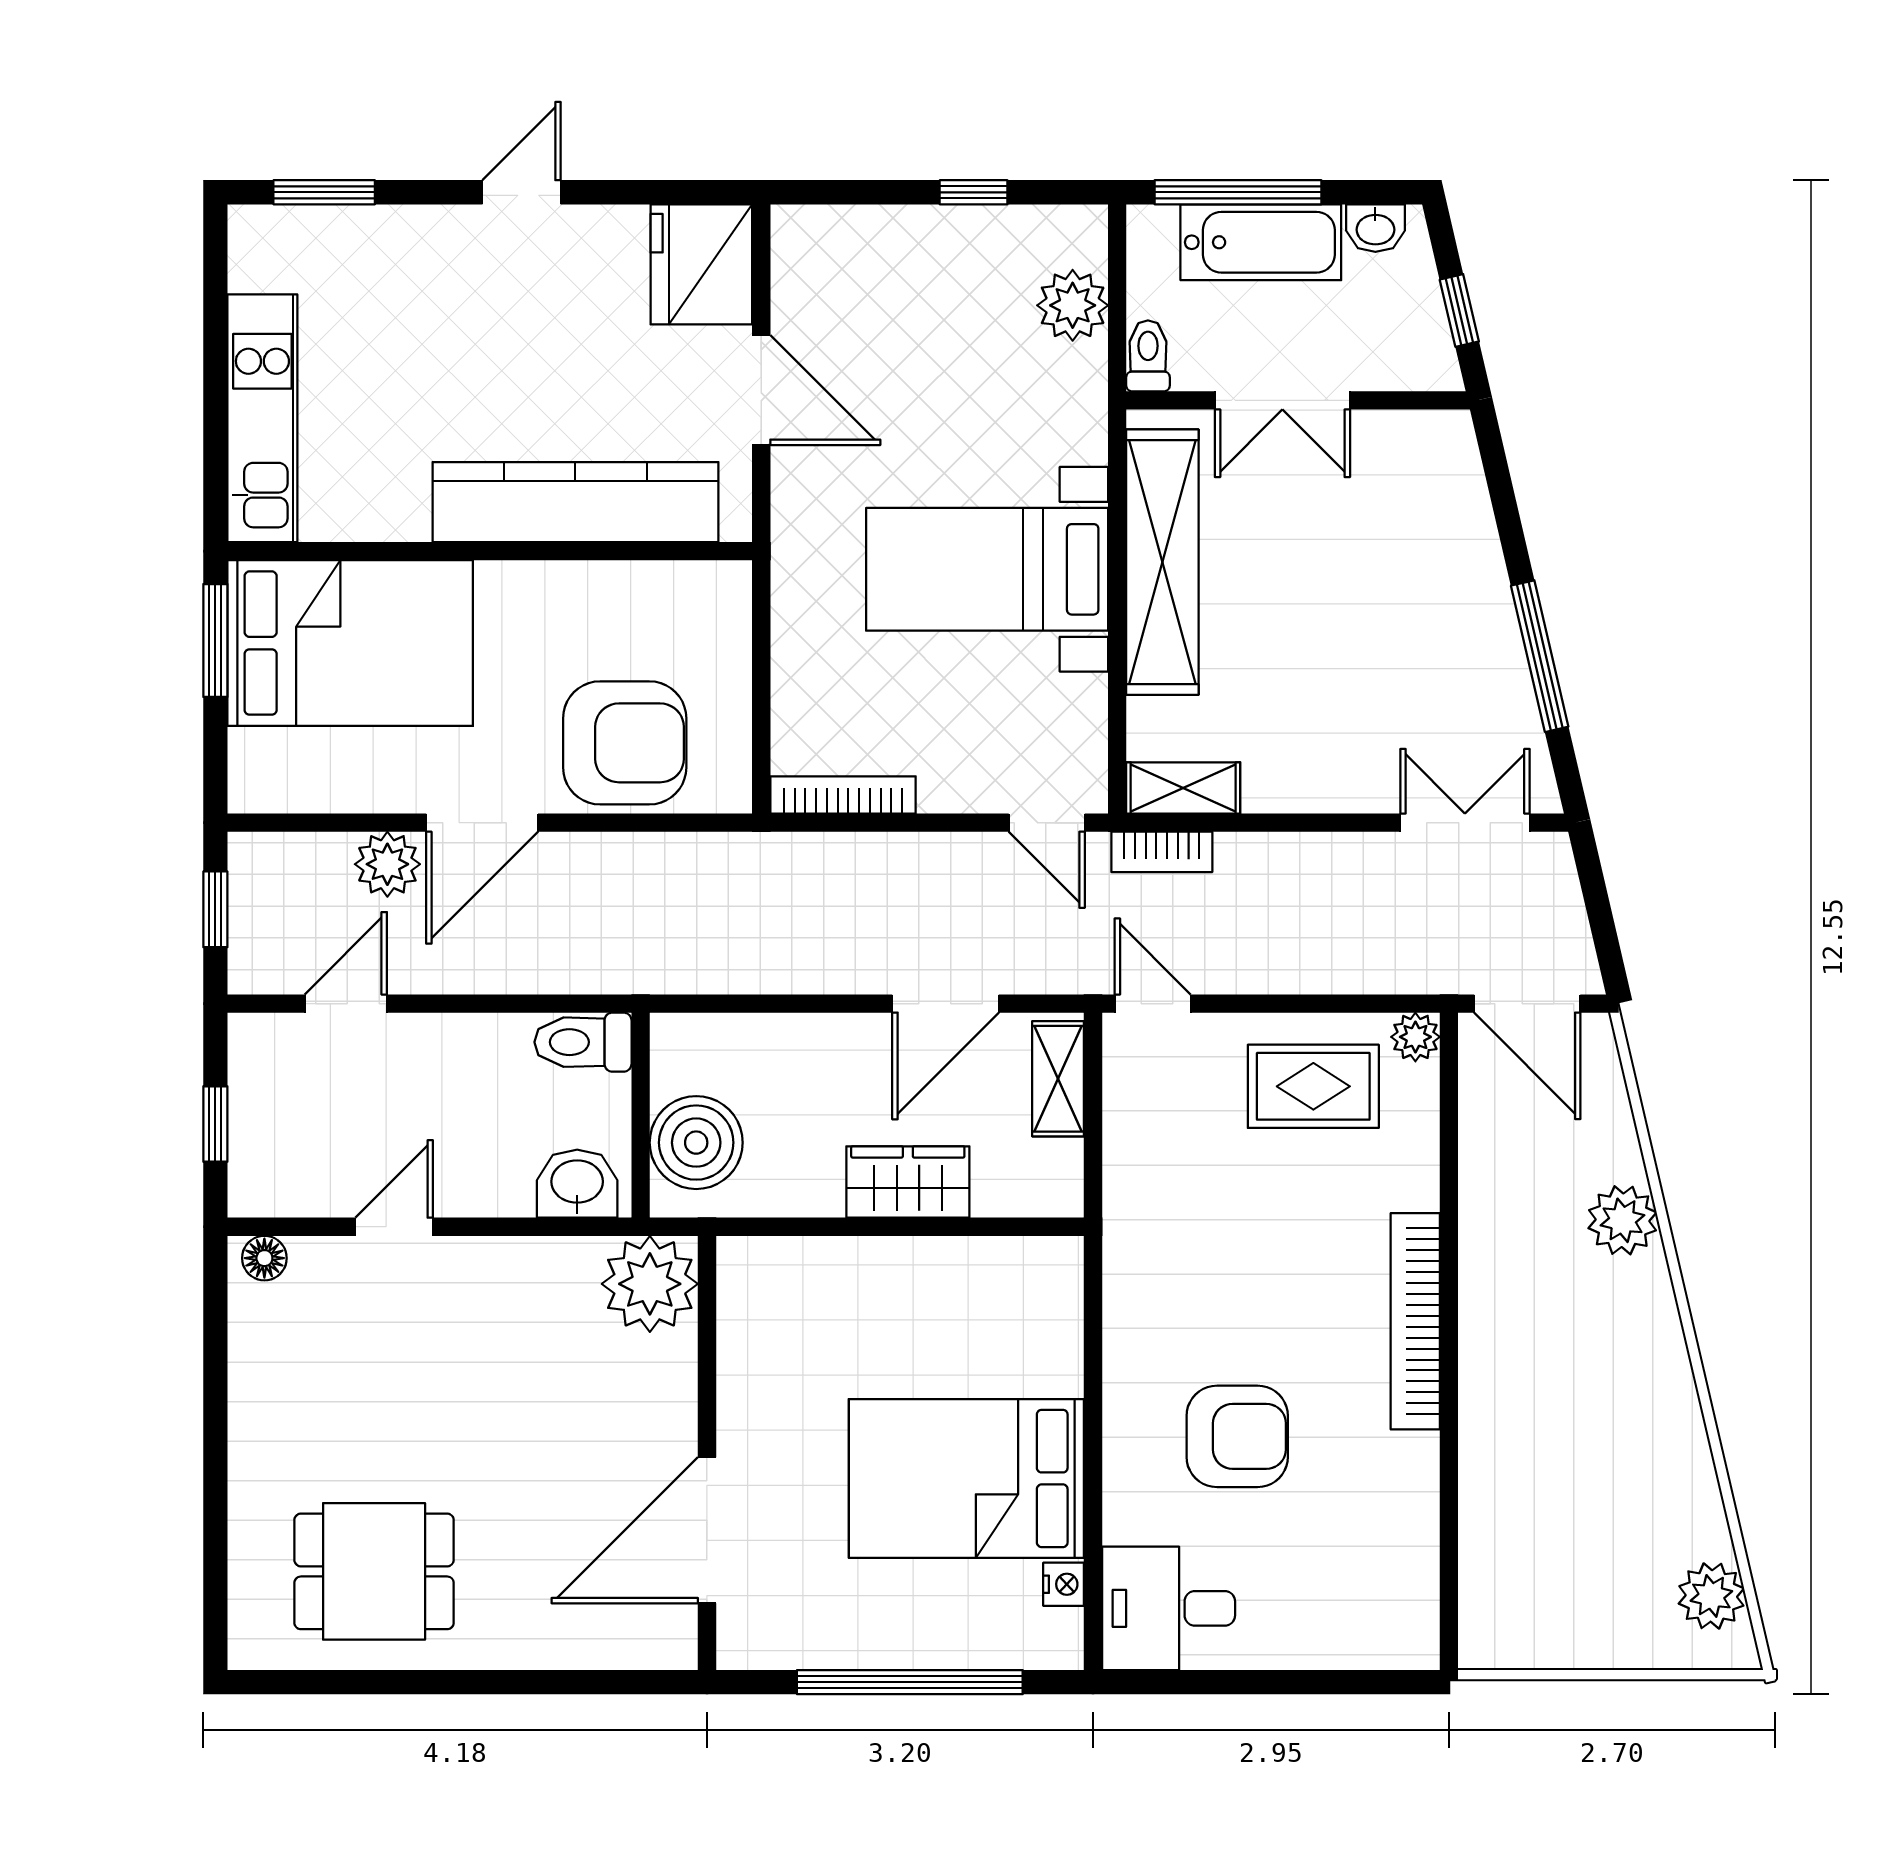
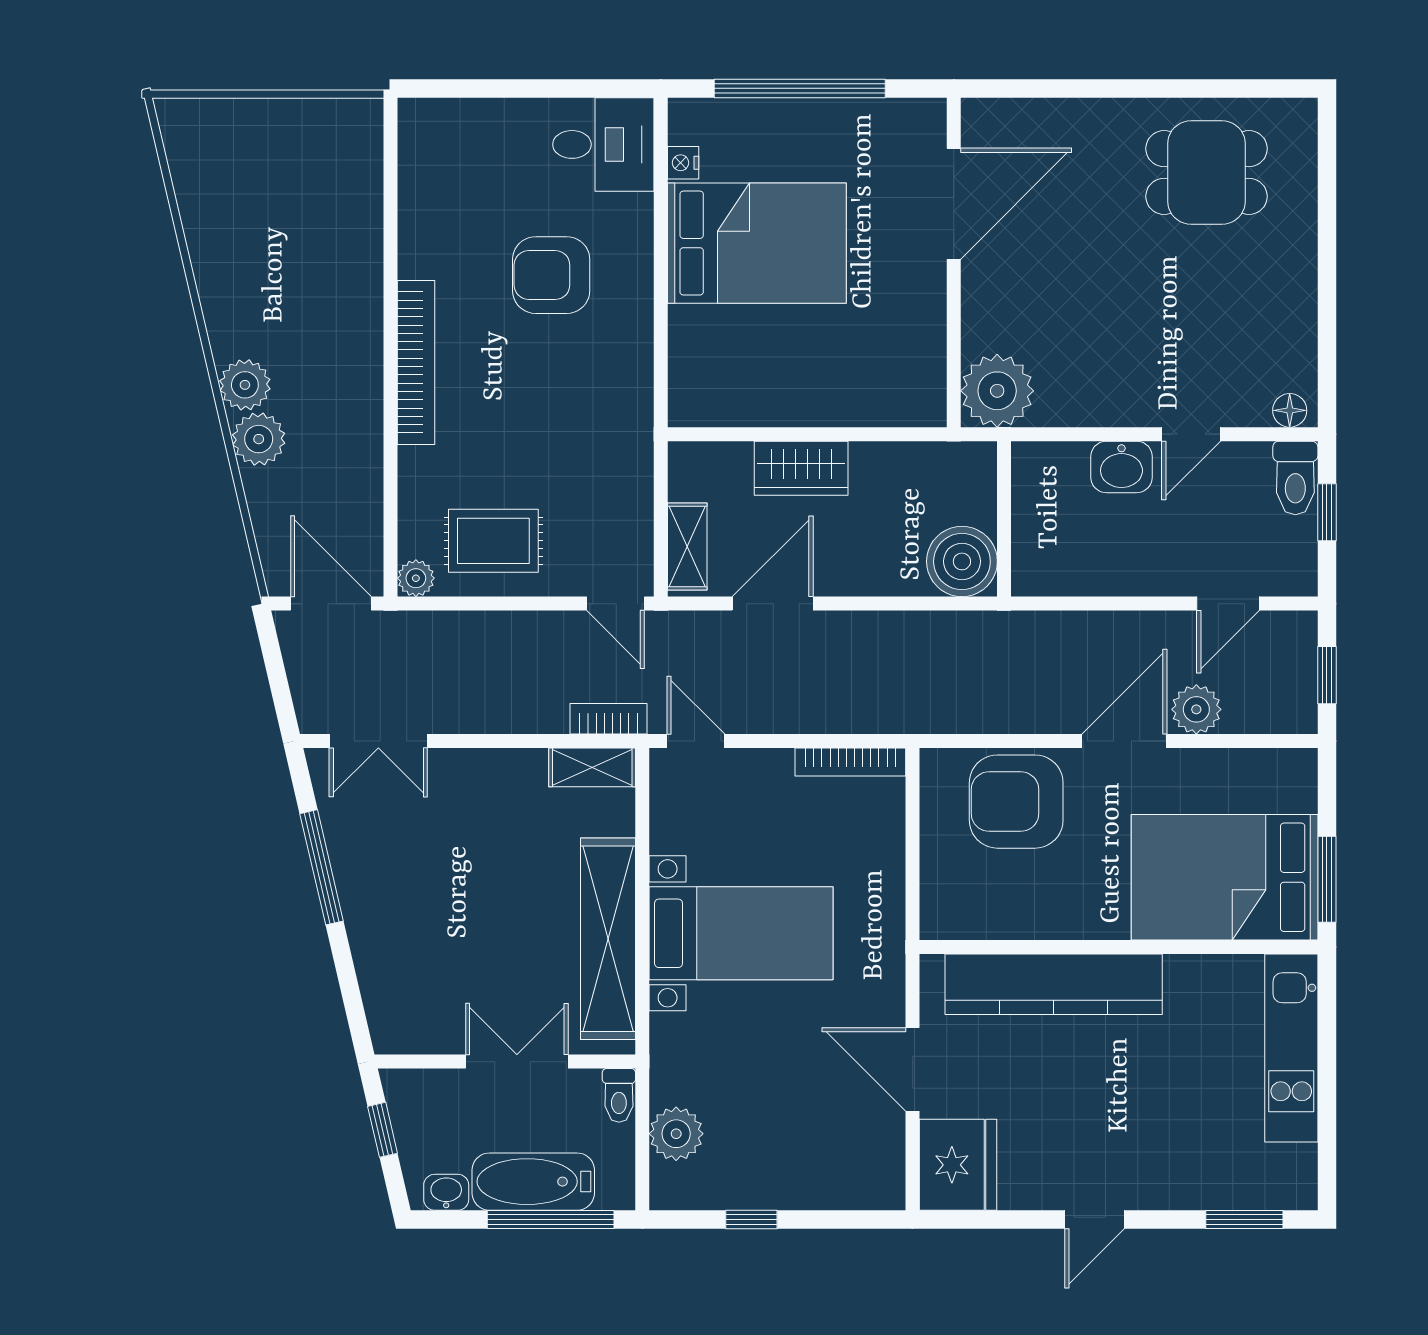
toilet: (583, 1042) -> (1295, 478), moved, turned 90
boiler: (696, 1143) -> (962, 561), moved
washbasin: (577, 1184) -> (1121, 467), moved
plant: (1711, 1596) -> (245, 385), moved

